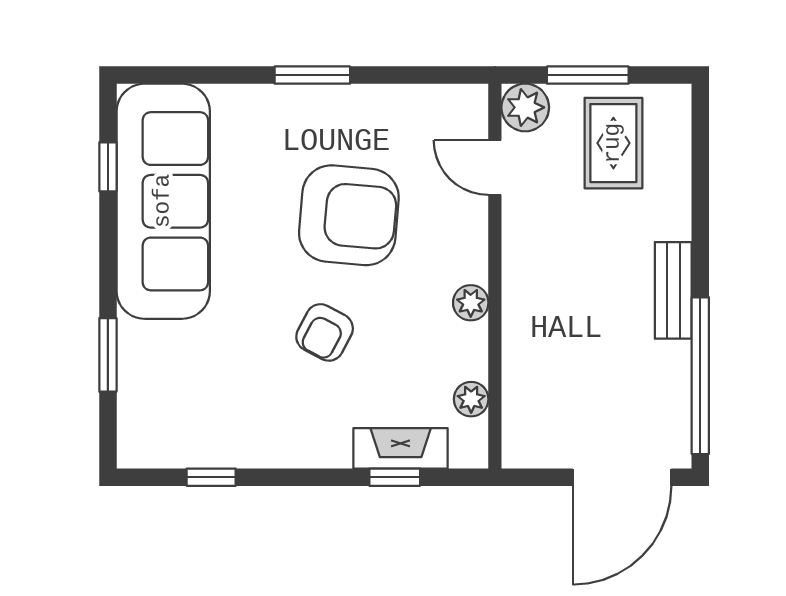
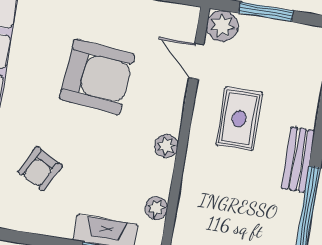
rug: (613, 143) -> (239, 119), moved
armchair: (325, 332) -> (40, 169), moved

